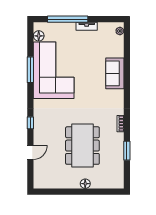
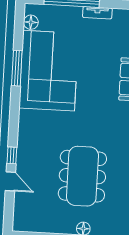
window: (30, 123) -> (12, 155), moved
door: (30, 152) -> (10, 181), hinge flipped

